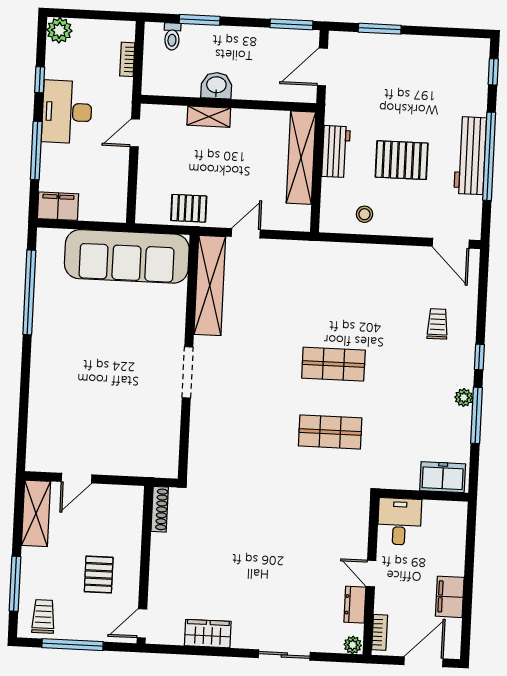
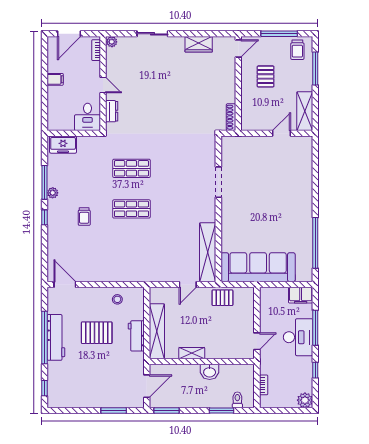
desk: (67, 112) -> (298, 337), moved
shelving: (209, 117) -> (192, 353), moved
trolley: (437, 324) -> (84, 217), moved
doorway: (188, 372) -> (218, 182), moved
filing cabinet: (450, 597) -> (55, 79), width x0.50
dresser: (355, 605) -> (112, 111), moved

